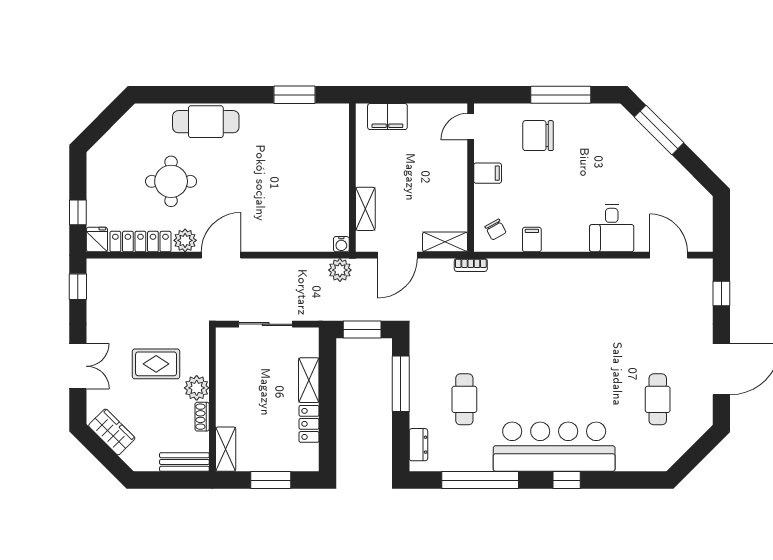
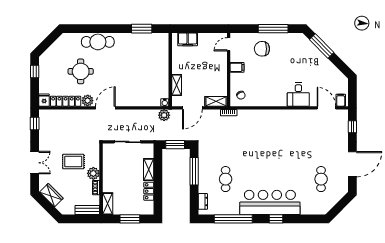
window: (78, 212) -> (35, 71), moved
filing cabinet: (532, 240) -> (341, 100), moved

